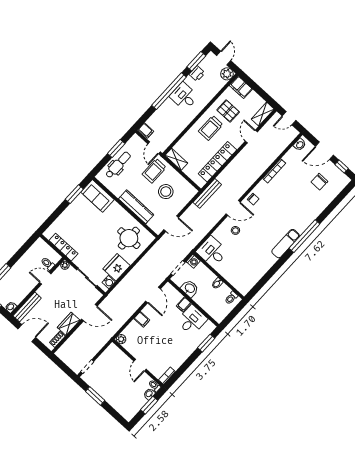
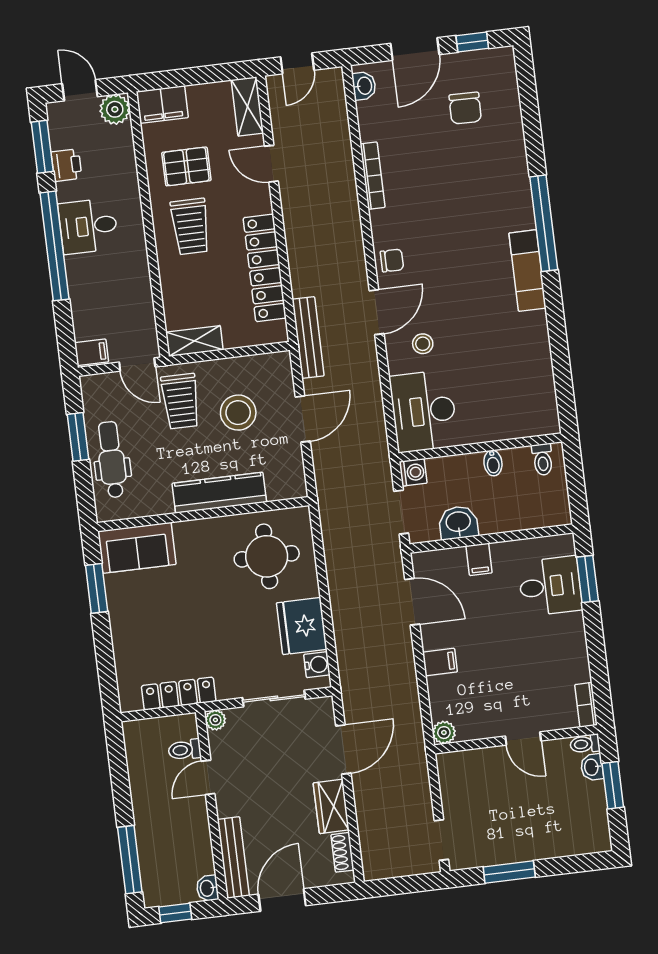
door: (171, 224) -> (303, 419), moved
desk: (212, 252) -> (424, 411), width x1.37
desk: (192, 320) -> (550, 586), moved, turned 90

